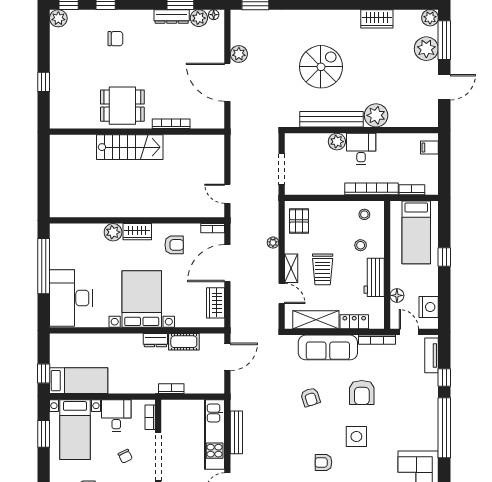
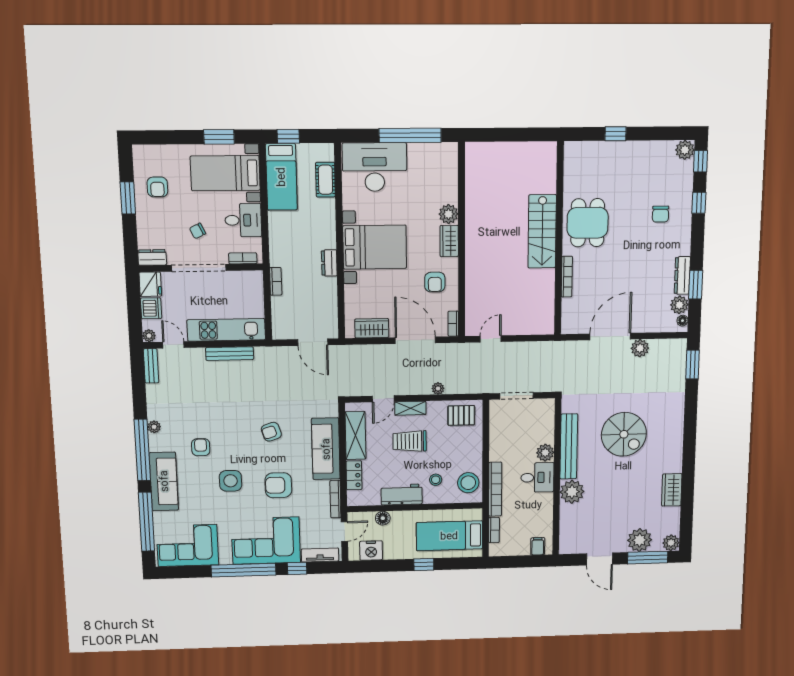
stool: (364, 214) -> (468, 483), width x1.89, depth x1.89
cot: (184, 342) -> (325, 180), moved
corner sofa: (416, 406) -> (266, 541), added

